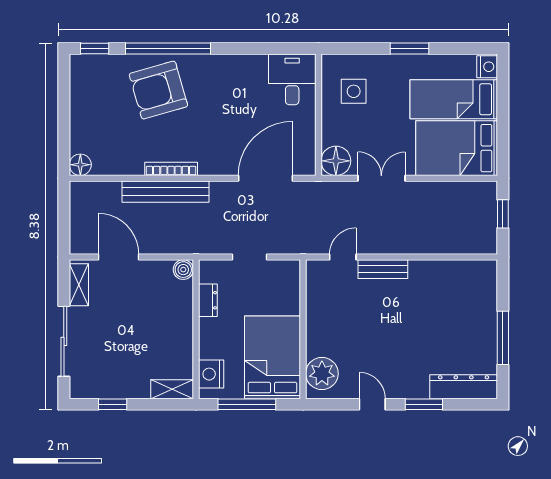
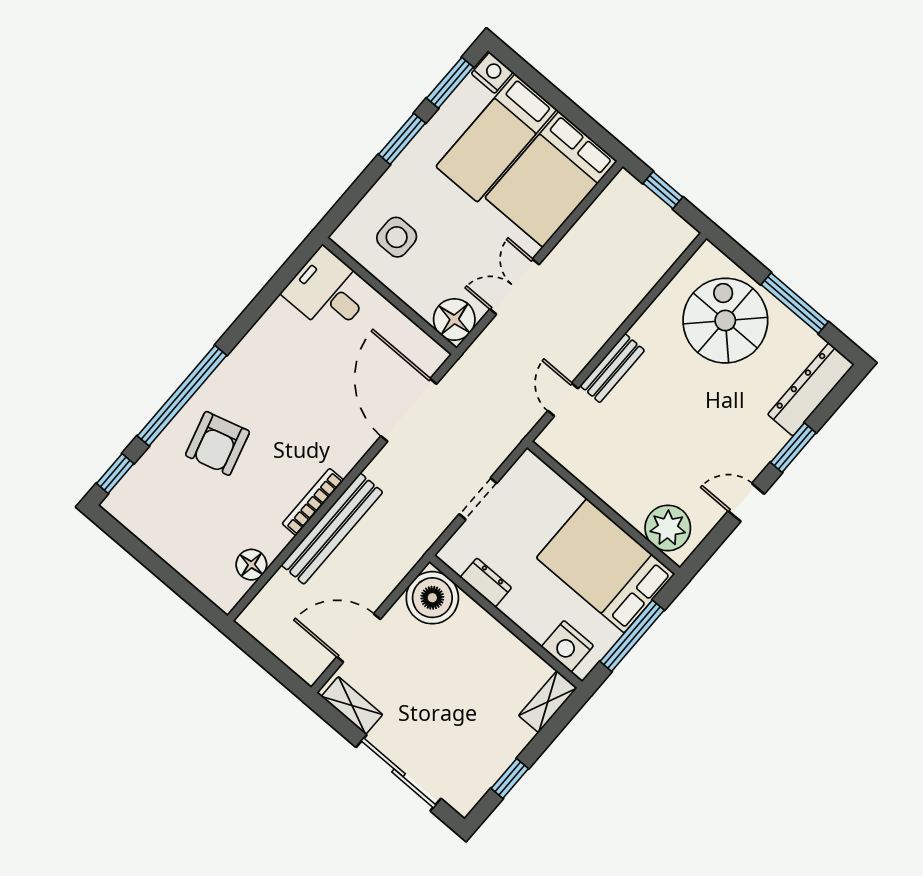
window: (462, 48) -> (450, 83), added
armchair: (158, 90) -> (218, 443), width x0.73, depth x0.73
floor lamp: (80, 165) -> (251, 565), moved
boiler: (183, 270) -> (432, 598), width x1.86, depth x1.86
spiral stairs: (461, 308) -> (725, 321), added

